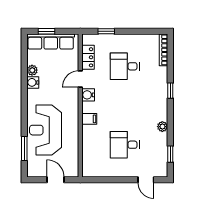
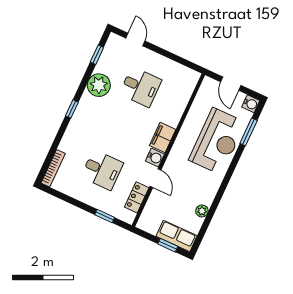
row of seats: (51, 42) -> (177, 236), width x0.68
door: (80, 79) -> (155, 178), hinge flipped
water cooler: (33, 82) -> (251, 104), moved
window: (170, 91) -> (72, 109), moved
filing cabinet: (89, 119) -> (163, 138), width x2.00
plant: (162, 127) -> (99, 85), width x1.87, depth x1.87

